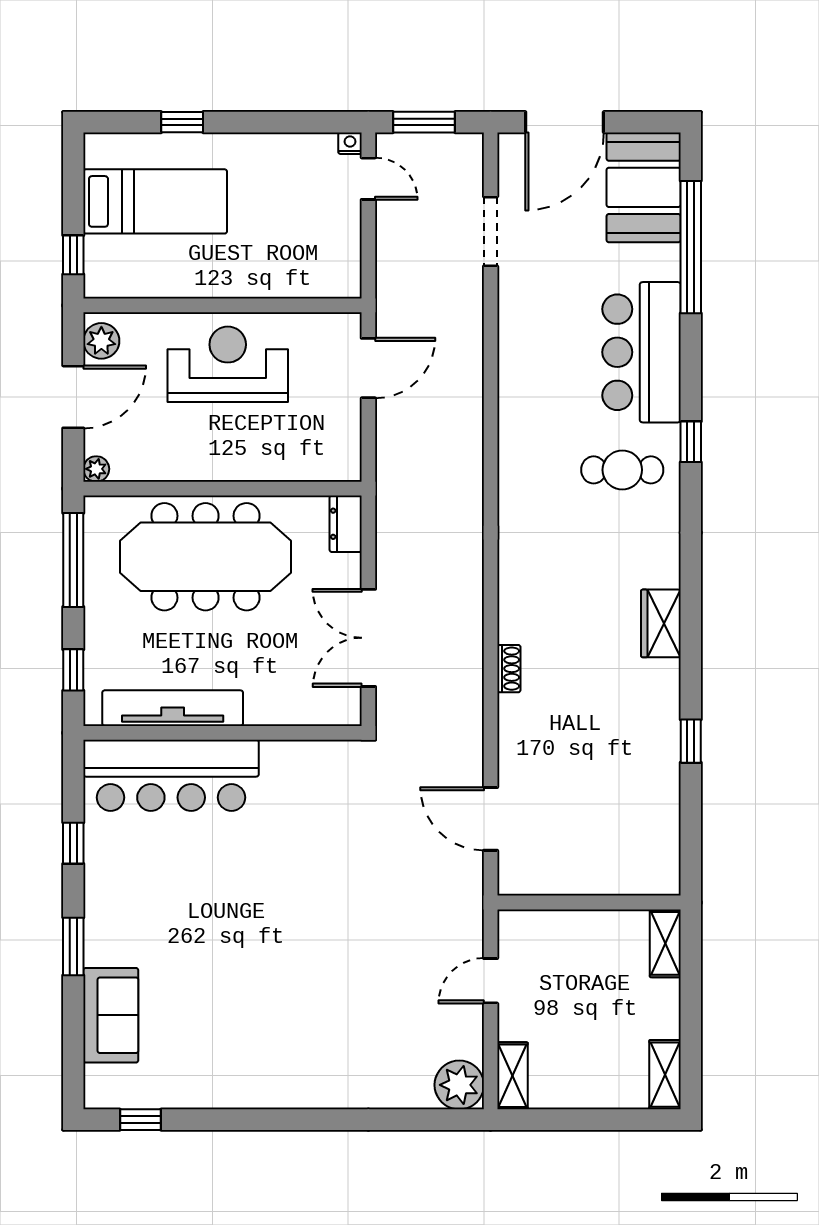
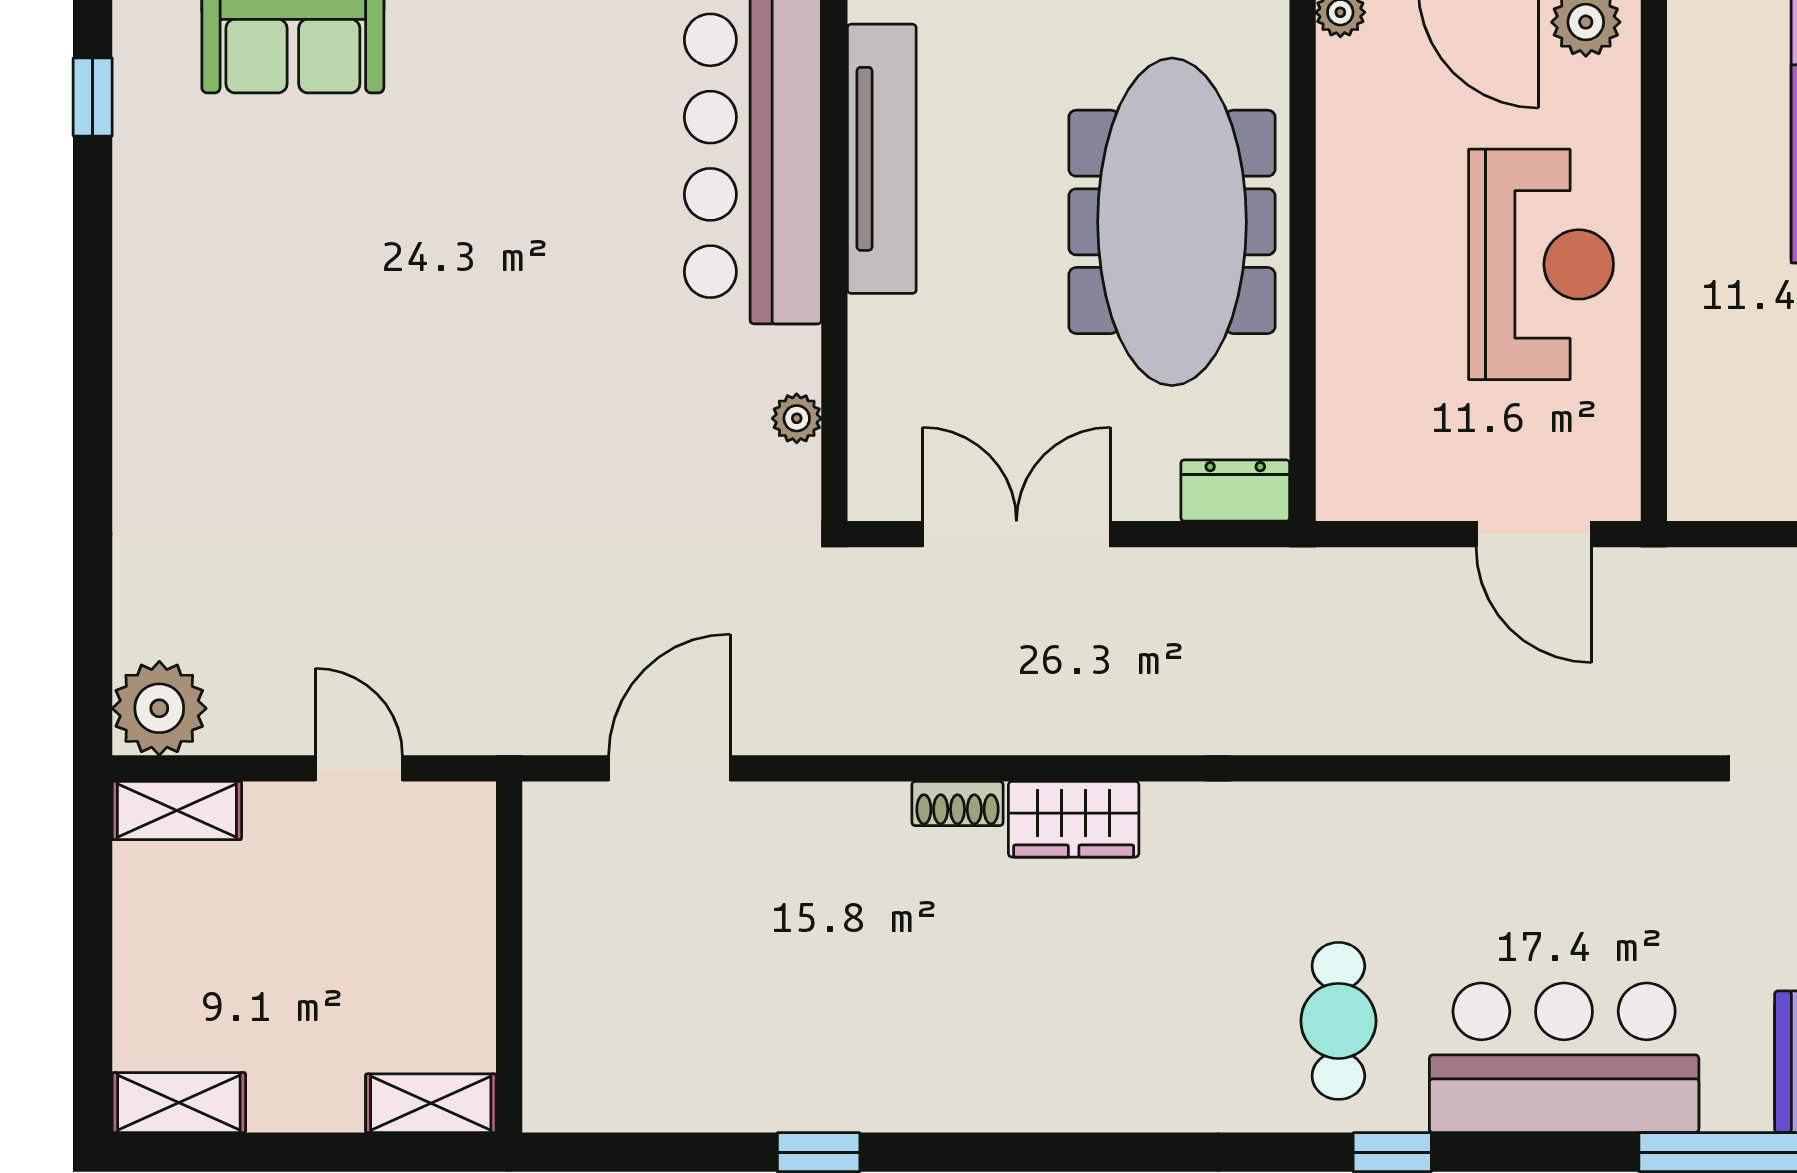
wardrobe: (661, 623) -> (1074, 819), moved, turned 180
plant: (308, 752) -> (797, 418), added

